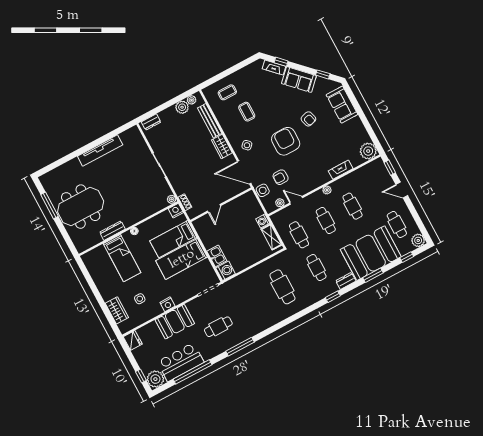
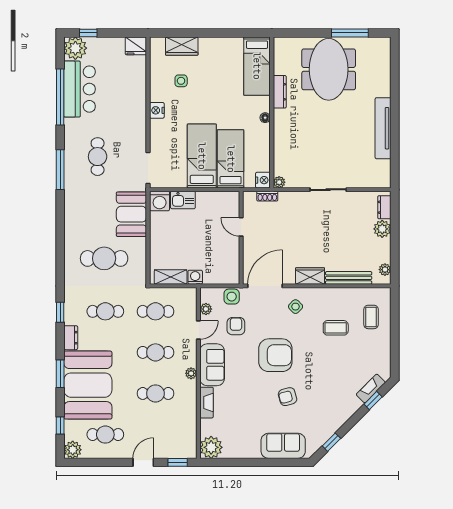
sofa: (299, 80) -> (212, 365), moved, turned 135
plant: (182, 107) -> (382, 229), moved
bed: (122, 258) -> (257, 66), moved, turned -90
booth: (175, 322) -> (131, 214), moved

